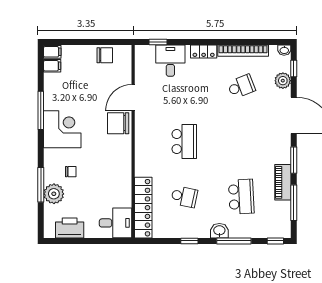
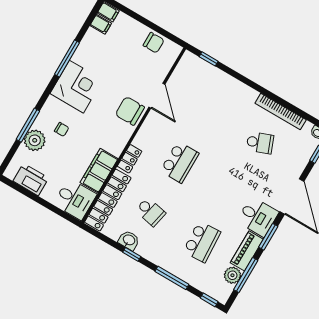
locker: (204, 52) -> (130, 159), moved, turned -90
desk: (170, 61) -> (258, 217), moved, turned 90
plant: (283, 81) -> (232, 275), moved
door: (133, 98) -> (157, 96), swing flipped
filing cabinet: (122, 188) -> (99, 171), added
washbasin: (219, 231) -> (129, 240), moved

